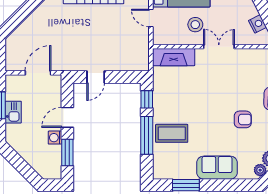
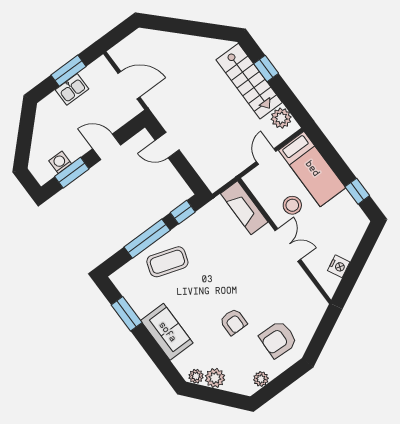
coffee table: (172, 133) -> (167, 262), turned -72
washing machine: (55, 138) -> (60, 162), moved

